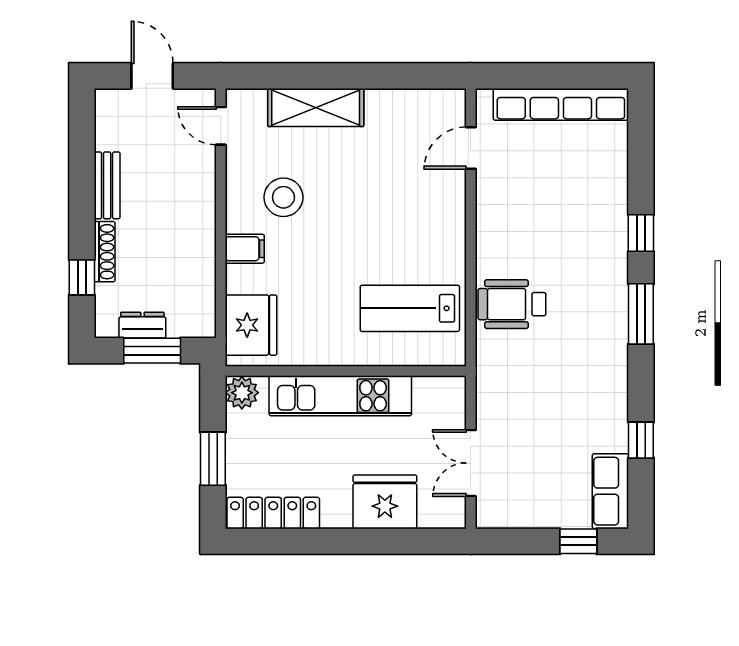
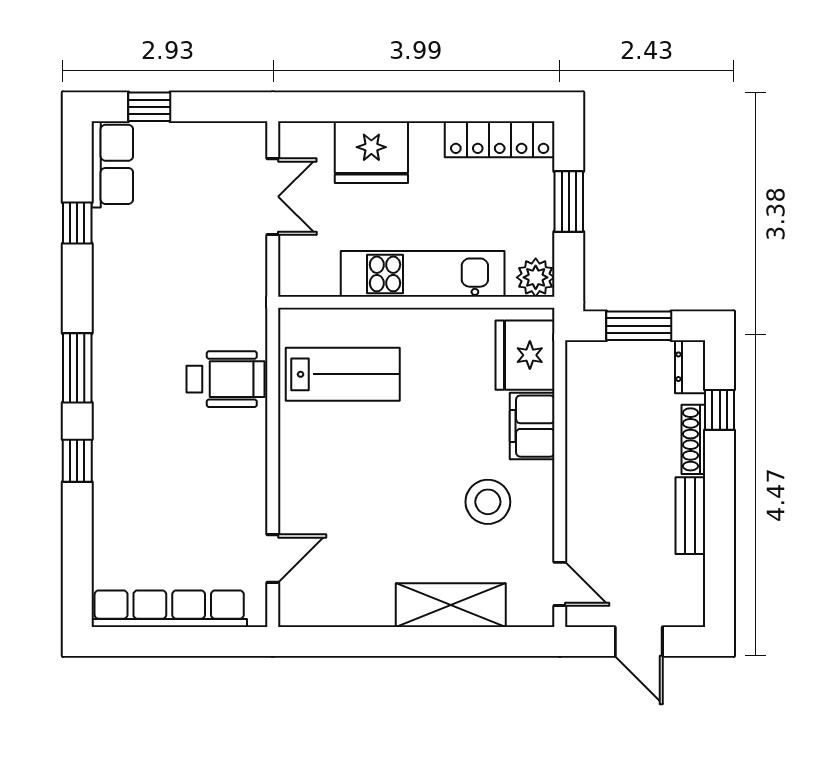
filing cabinet: (245, 249) -> (532, 426), width x2.00
dresser: (142, 325) -> (690, 367), moved, turned 90

